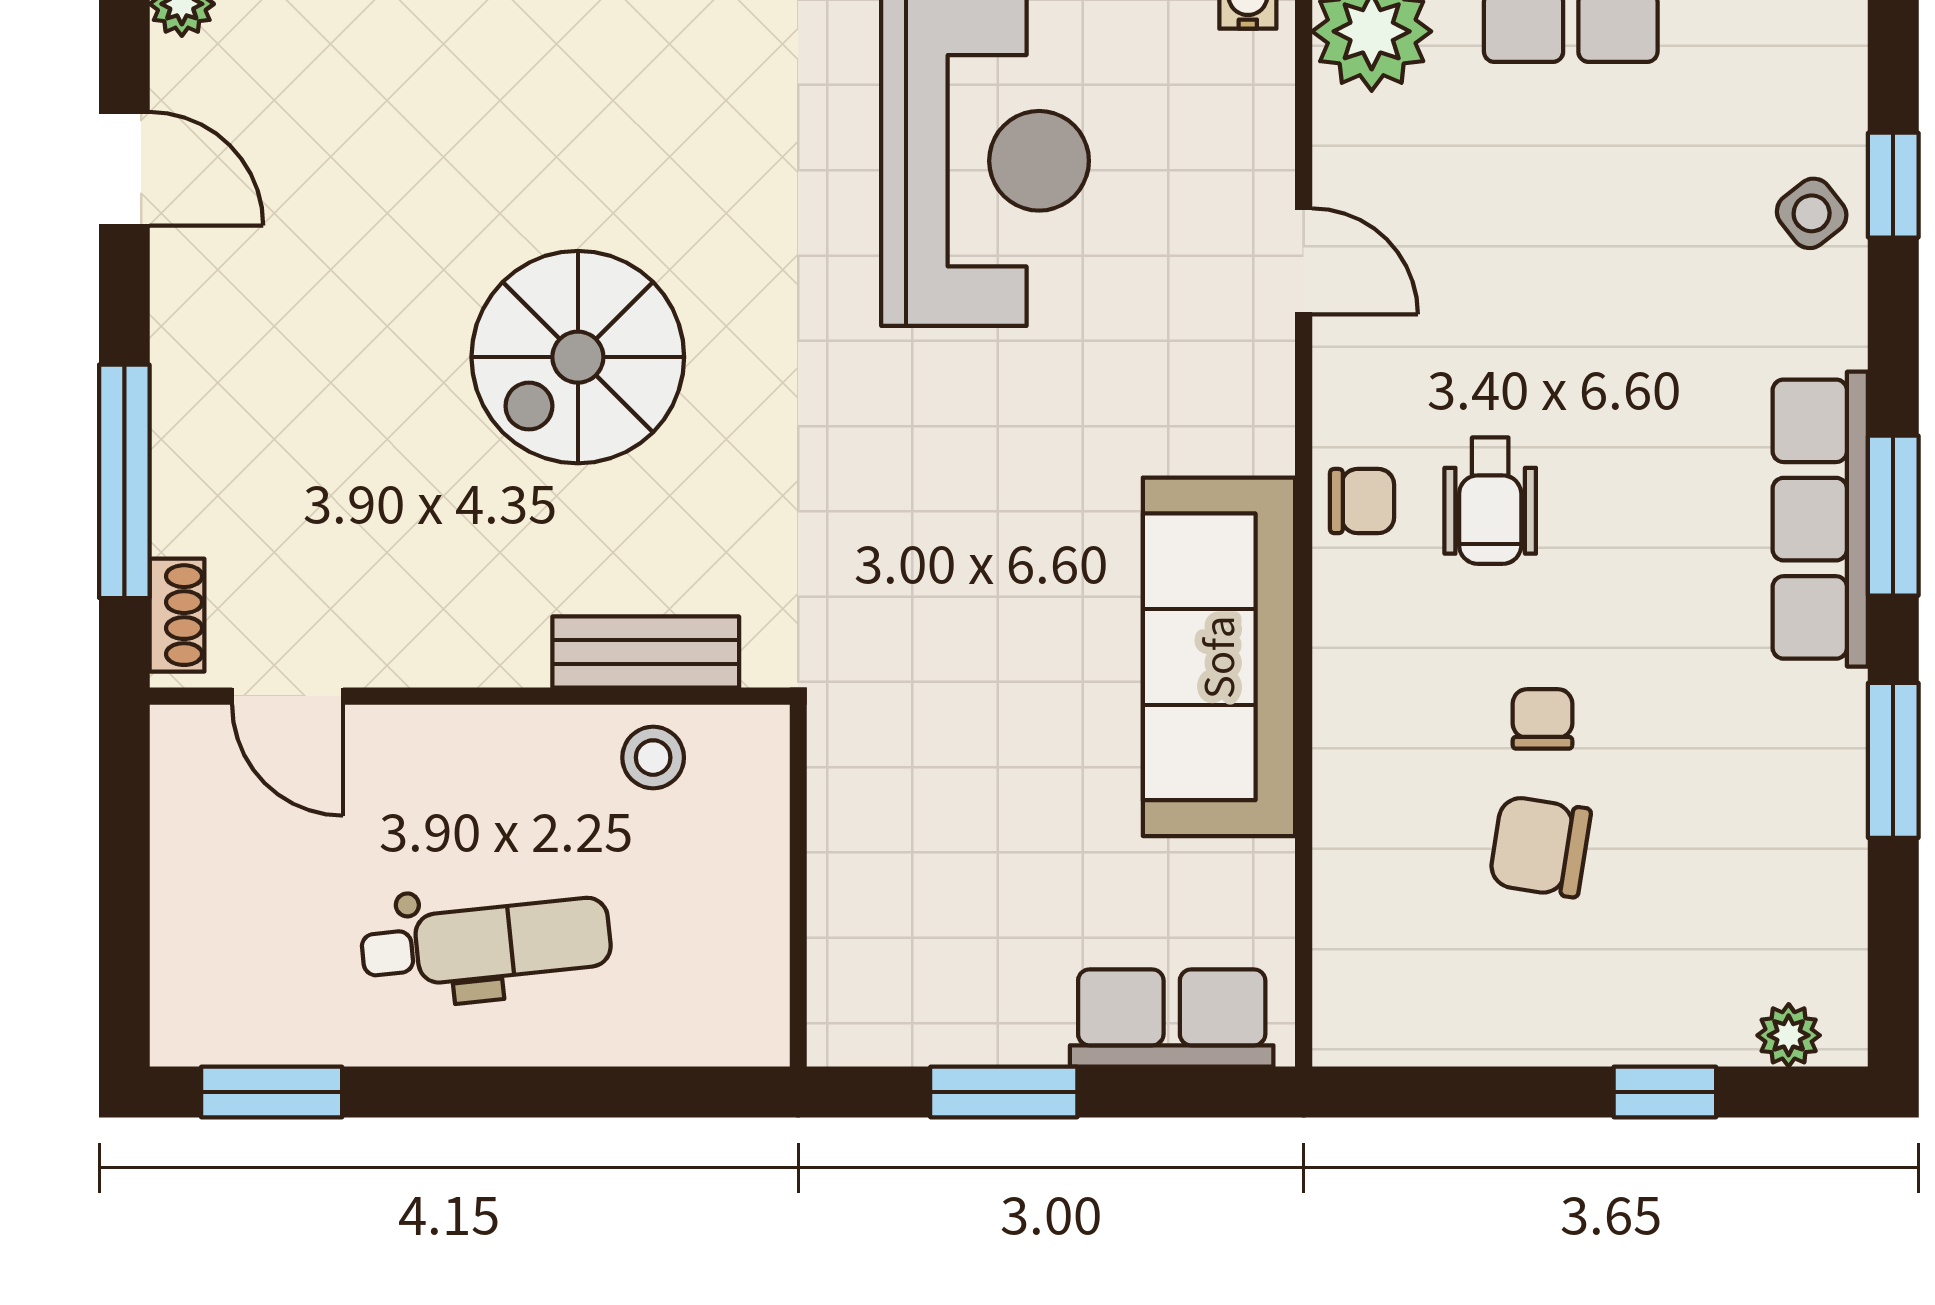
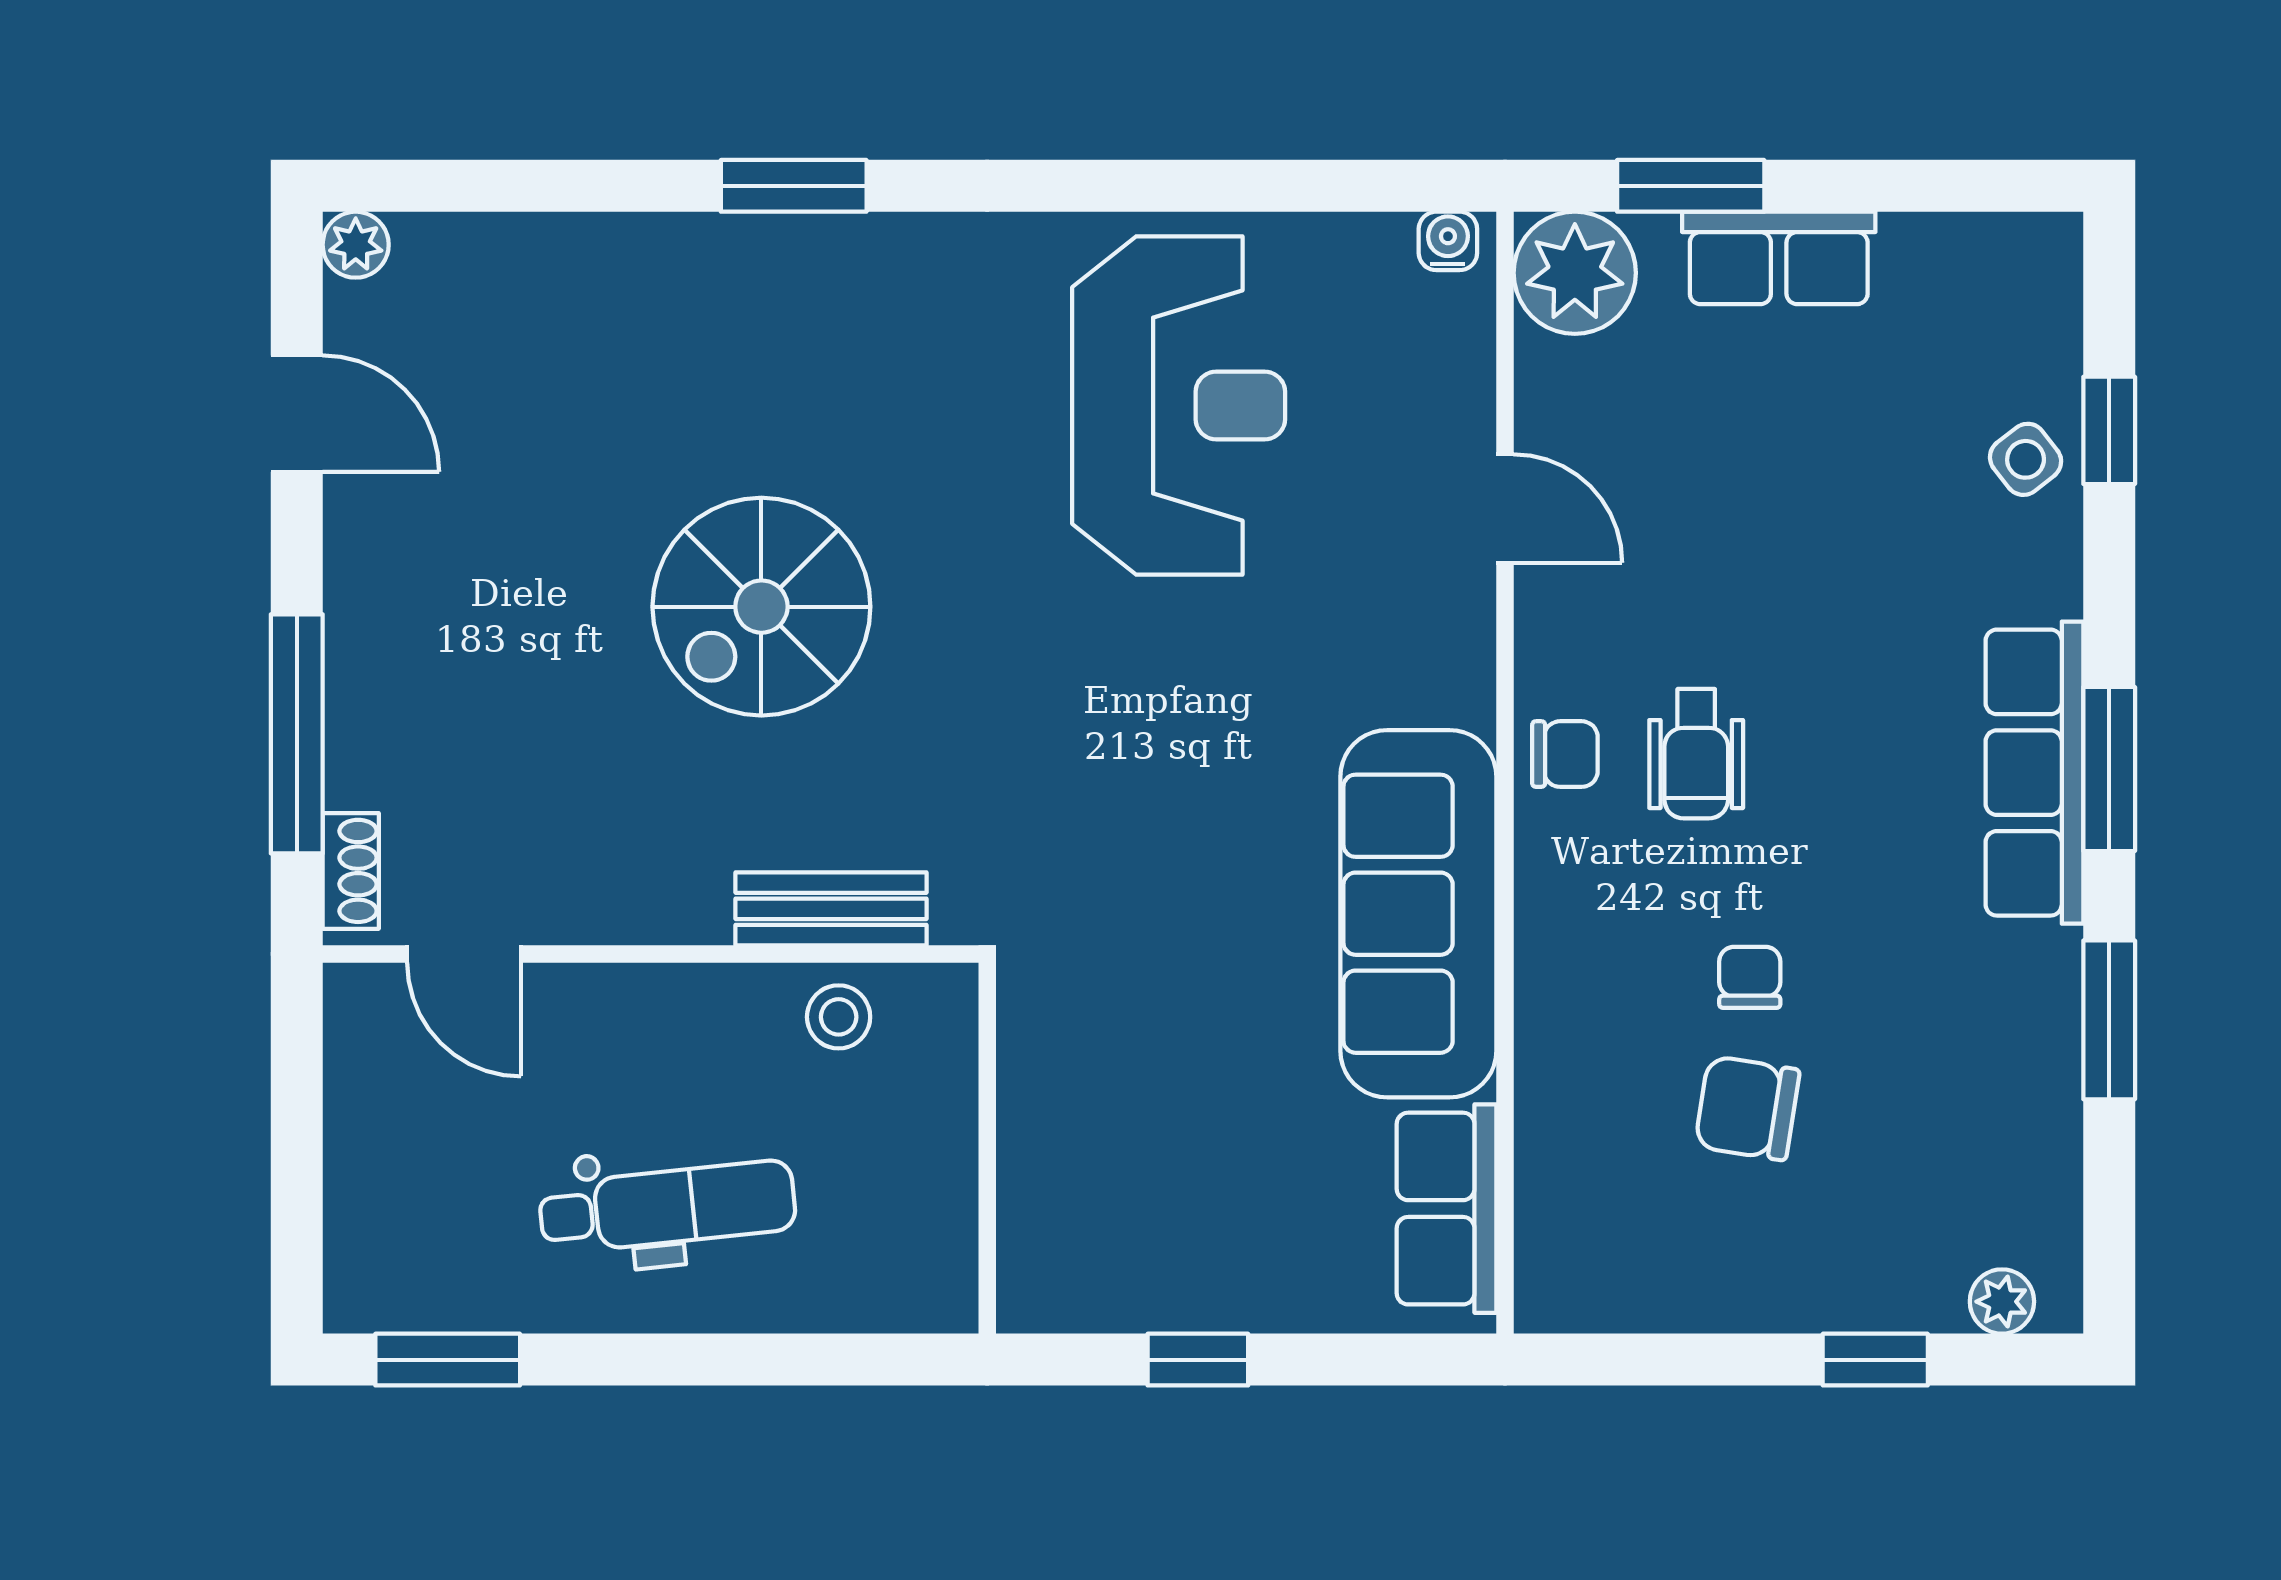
row of seats: (1172, 1018) -> (1447, 1209), moved, turned -90
window: (1004, 1092) -> (1198, 1360), width x0.67

